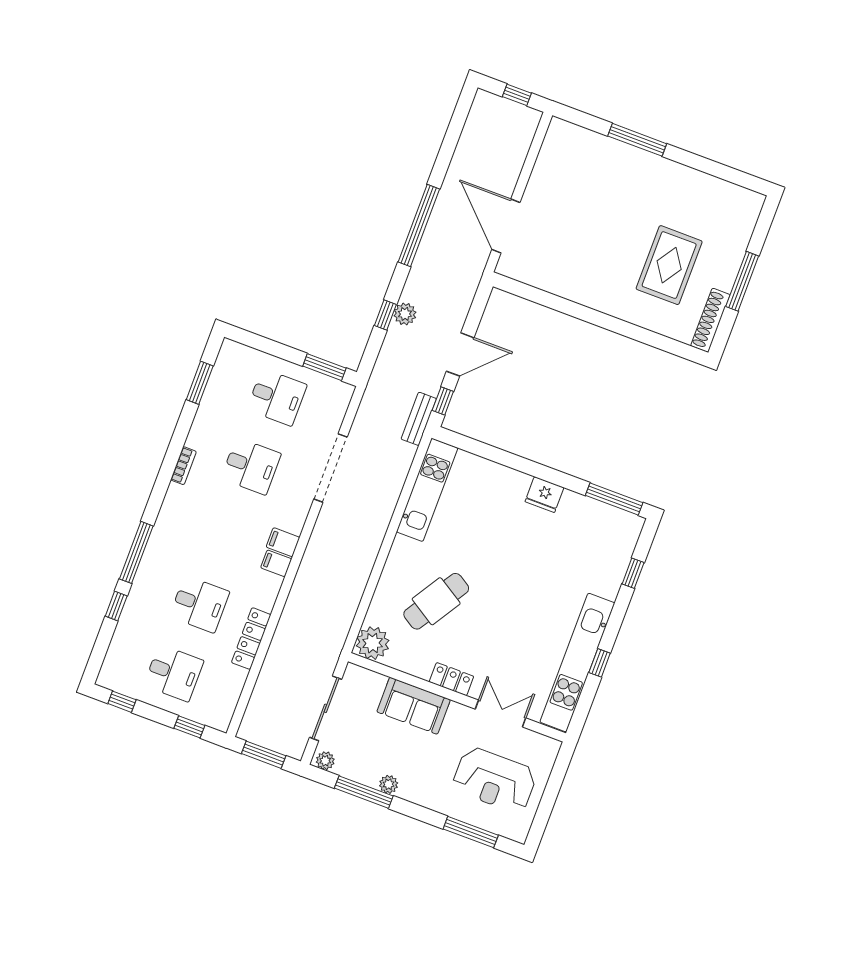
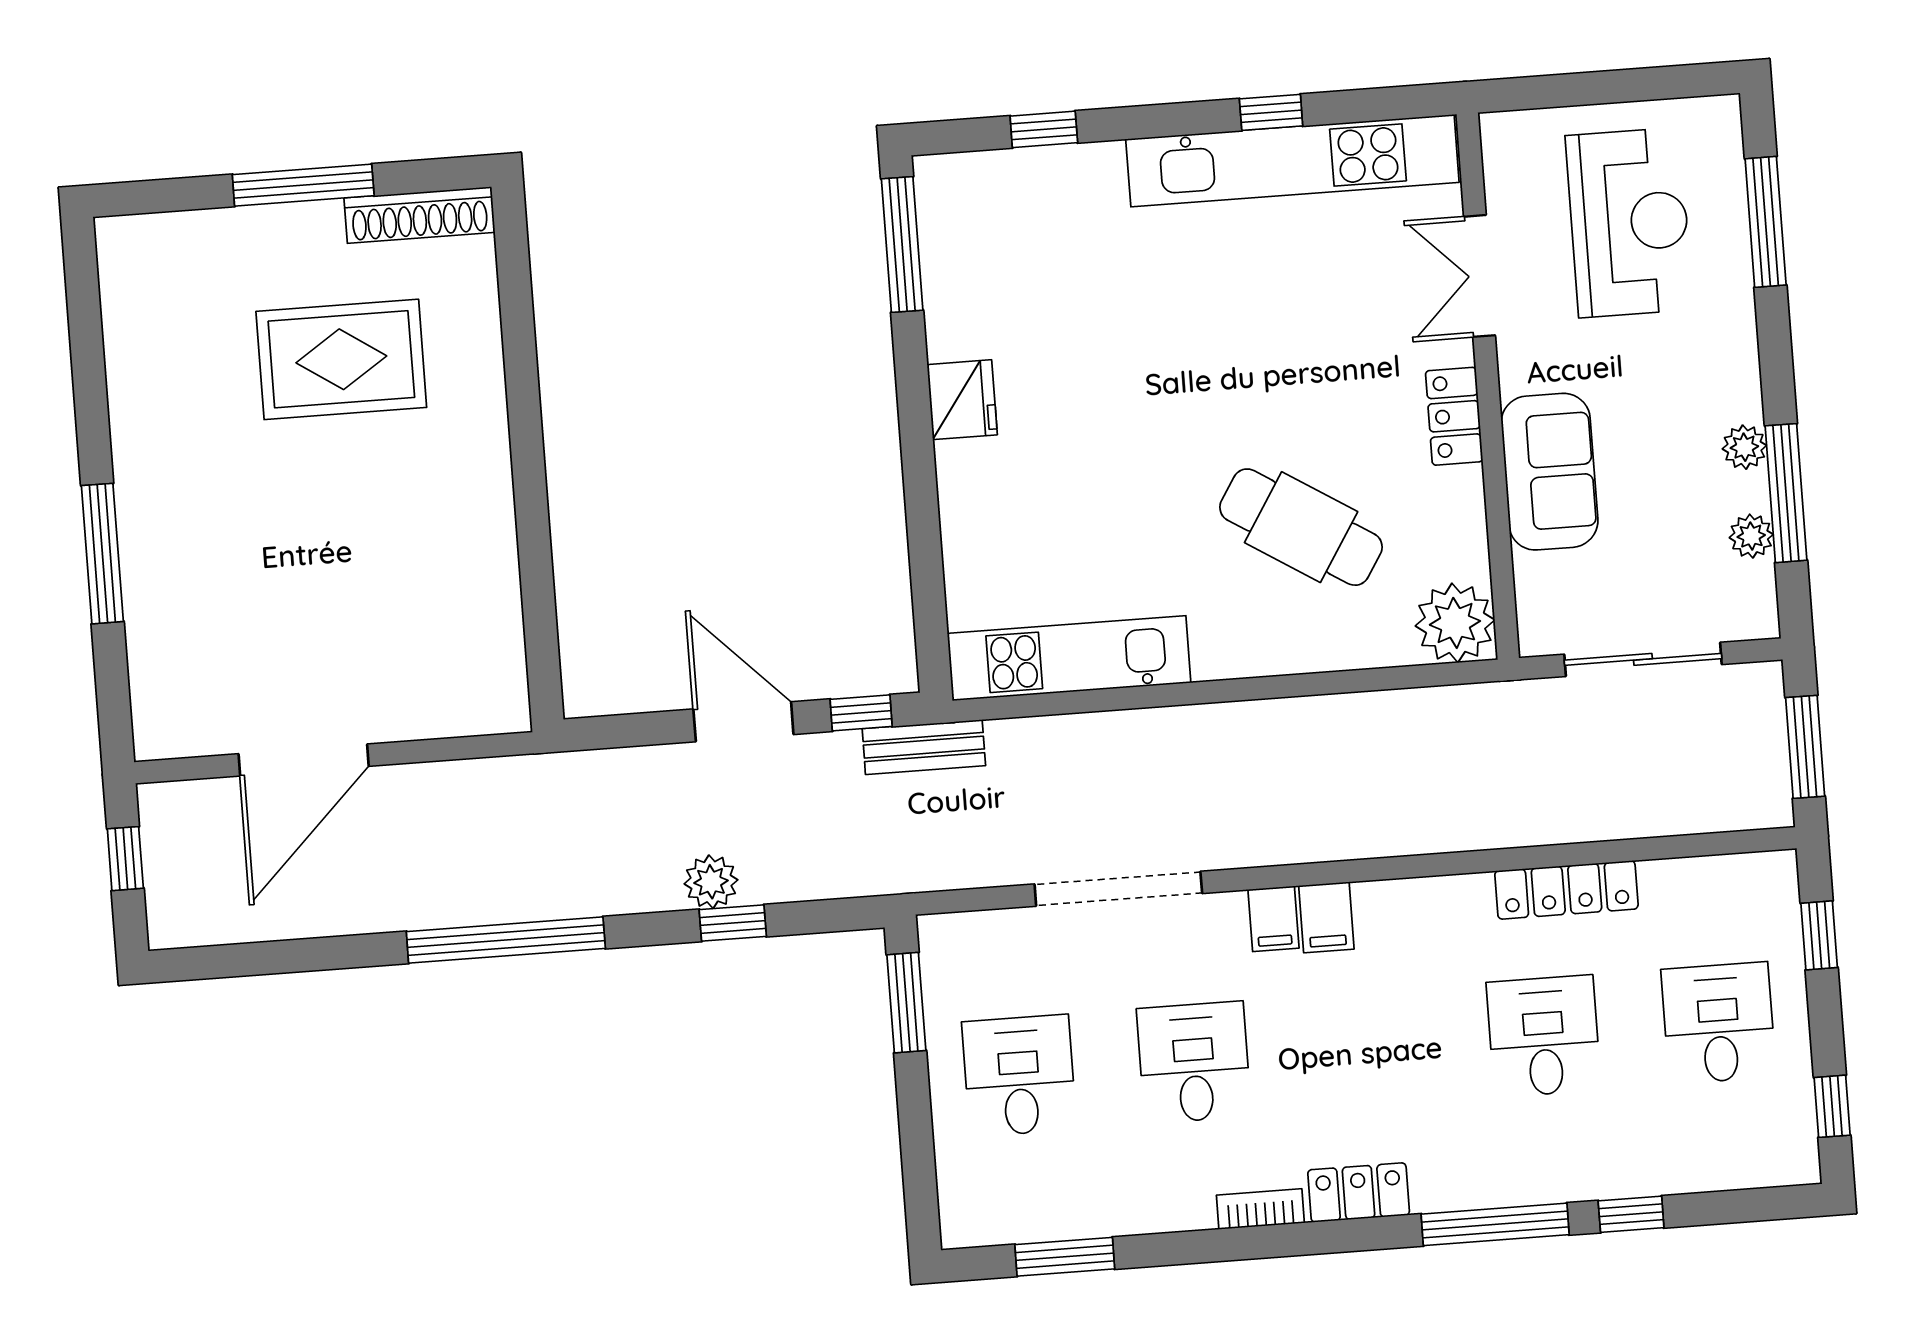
door: (506, 226) -> (304, 760), moved
locker: (172, 506) -> (1359, 1192), added
filing cabinet: (276, 563) -> (1273, 919), moved
plant: (325, 761) -> (1751, 536), moved

